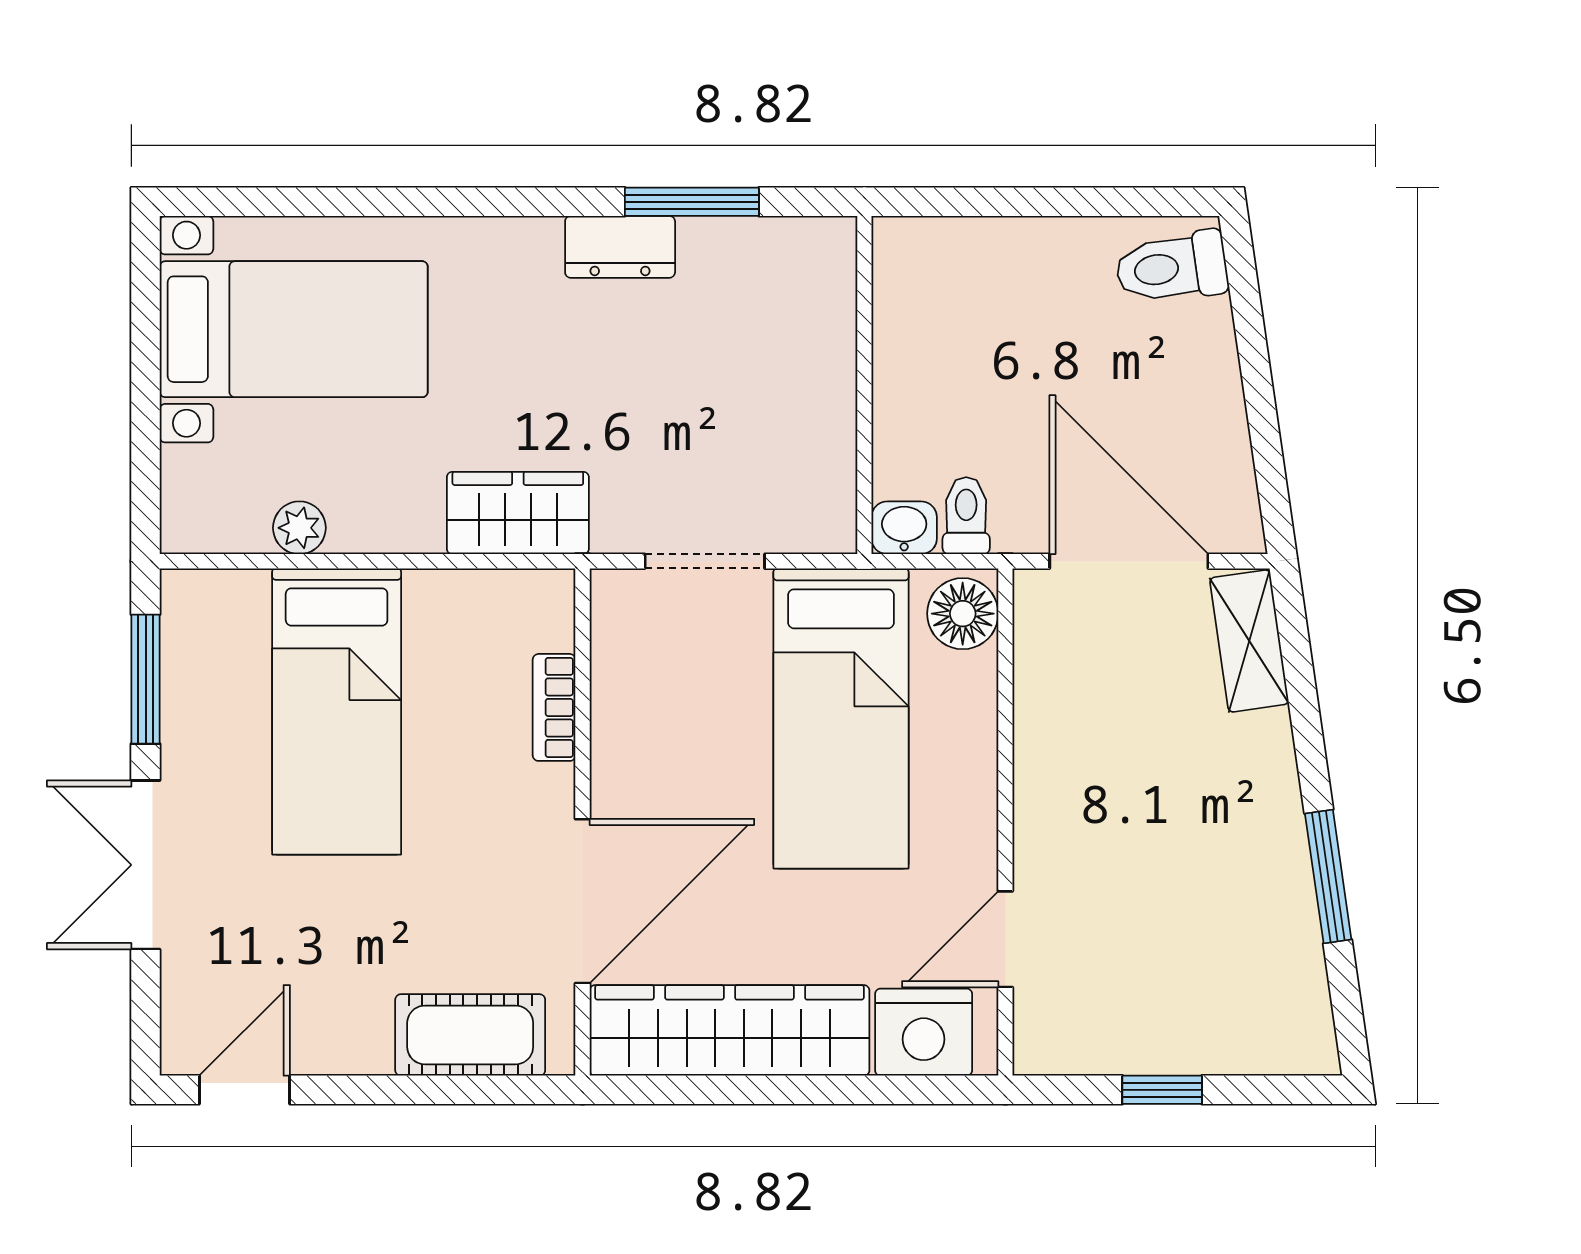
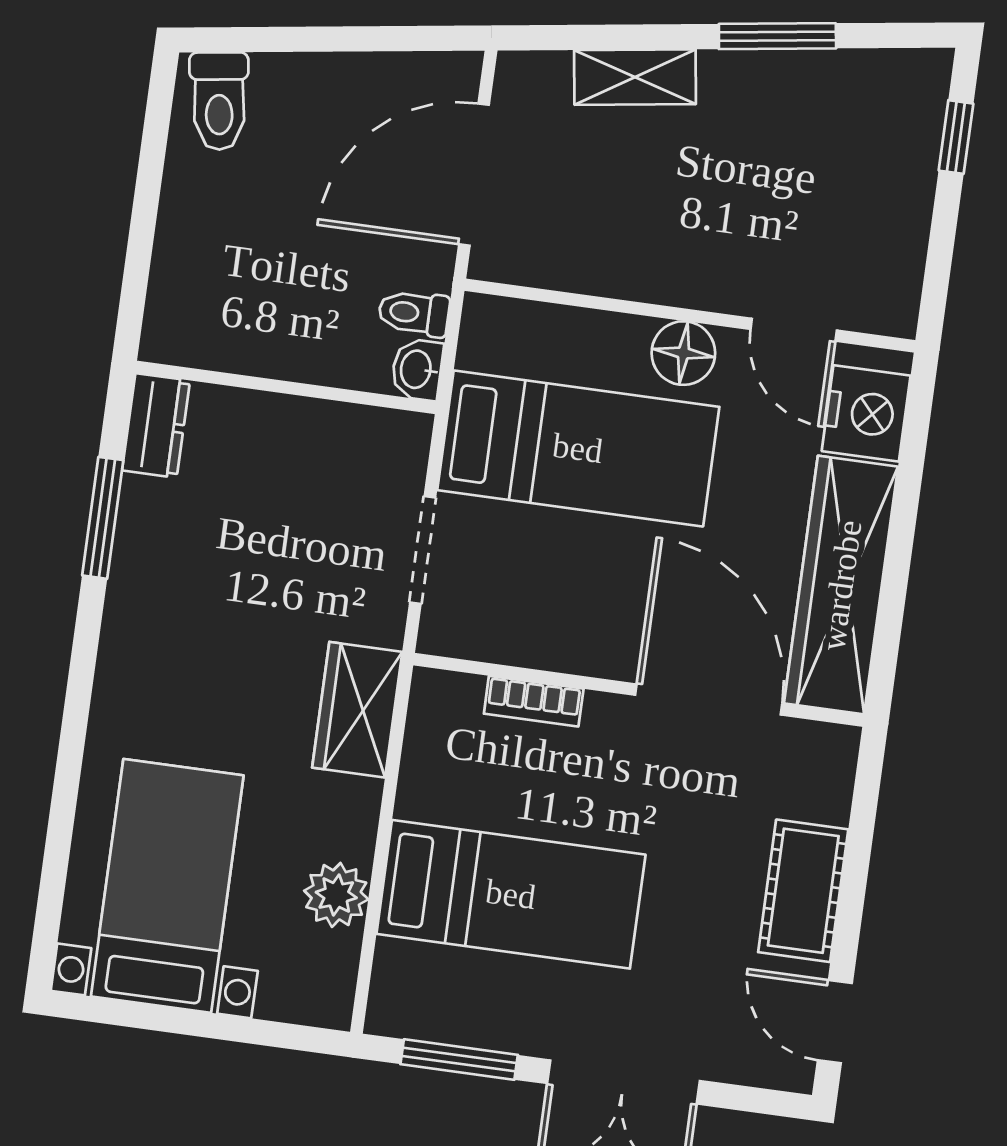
dresser: (620, 247) -> (156, 425), moved
plant: (299, 528) -> (336, 895), width x1.38, depth x1.38
floor lamp: (963, 614) -> (683, 353), moved
shelving: (1249, 641) -> (635, 77), moved
cot: (470, 1035) -> (803, 891), moved
window: (1162, 1090) -> (956, 137), moved

